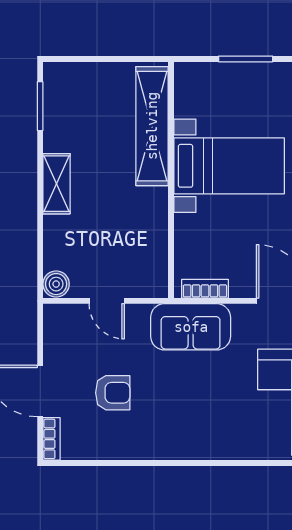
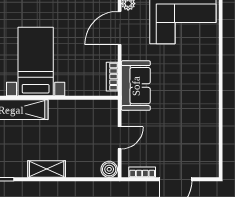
armchair: (113, 393) -> (177, 134), removed
bookcase: (52, 439) -> (142, 172), moved

